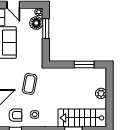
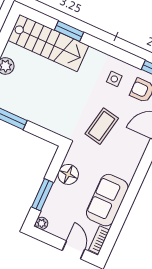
floor lamp: (36, 23) -> (68, 174), moved

